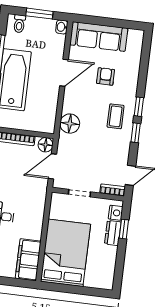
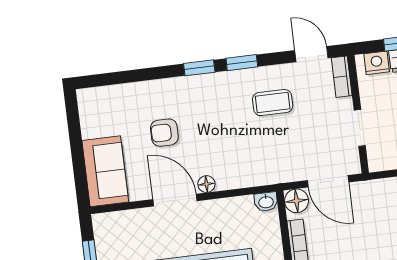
washbasin: (62, 27) -> (266, 202), moved
sofa: (99, 37) -> (105, 171), width x0.73
coffee table: (116, 116) -> (273, 103), moved
floor lamp: (70, 124) -> (206, 184), moved, width x0.53, depth x0.53

